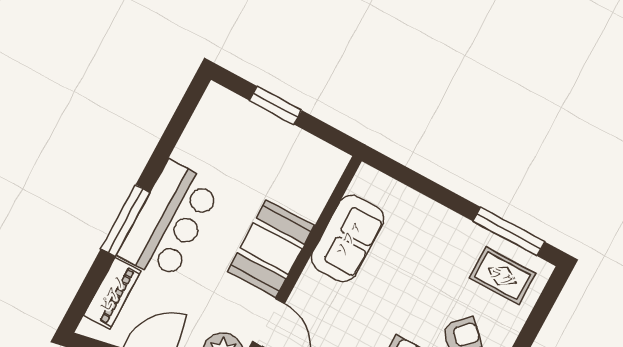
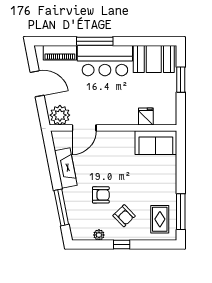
fridge: (307, 202) -> (146, 117), added
sofa: (348, 238) -> (156, 143), moved
booth: (271, 248) -> (154, 59), moved

